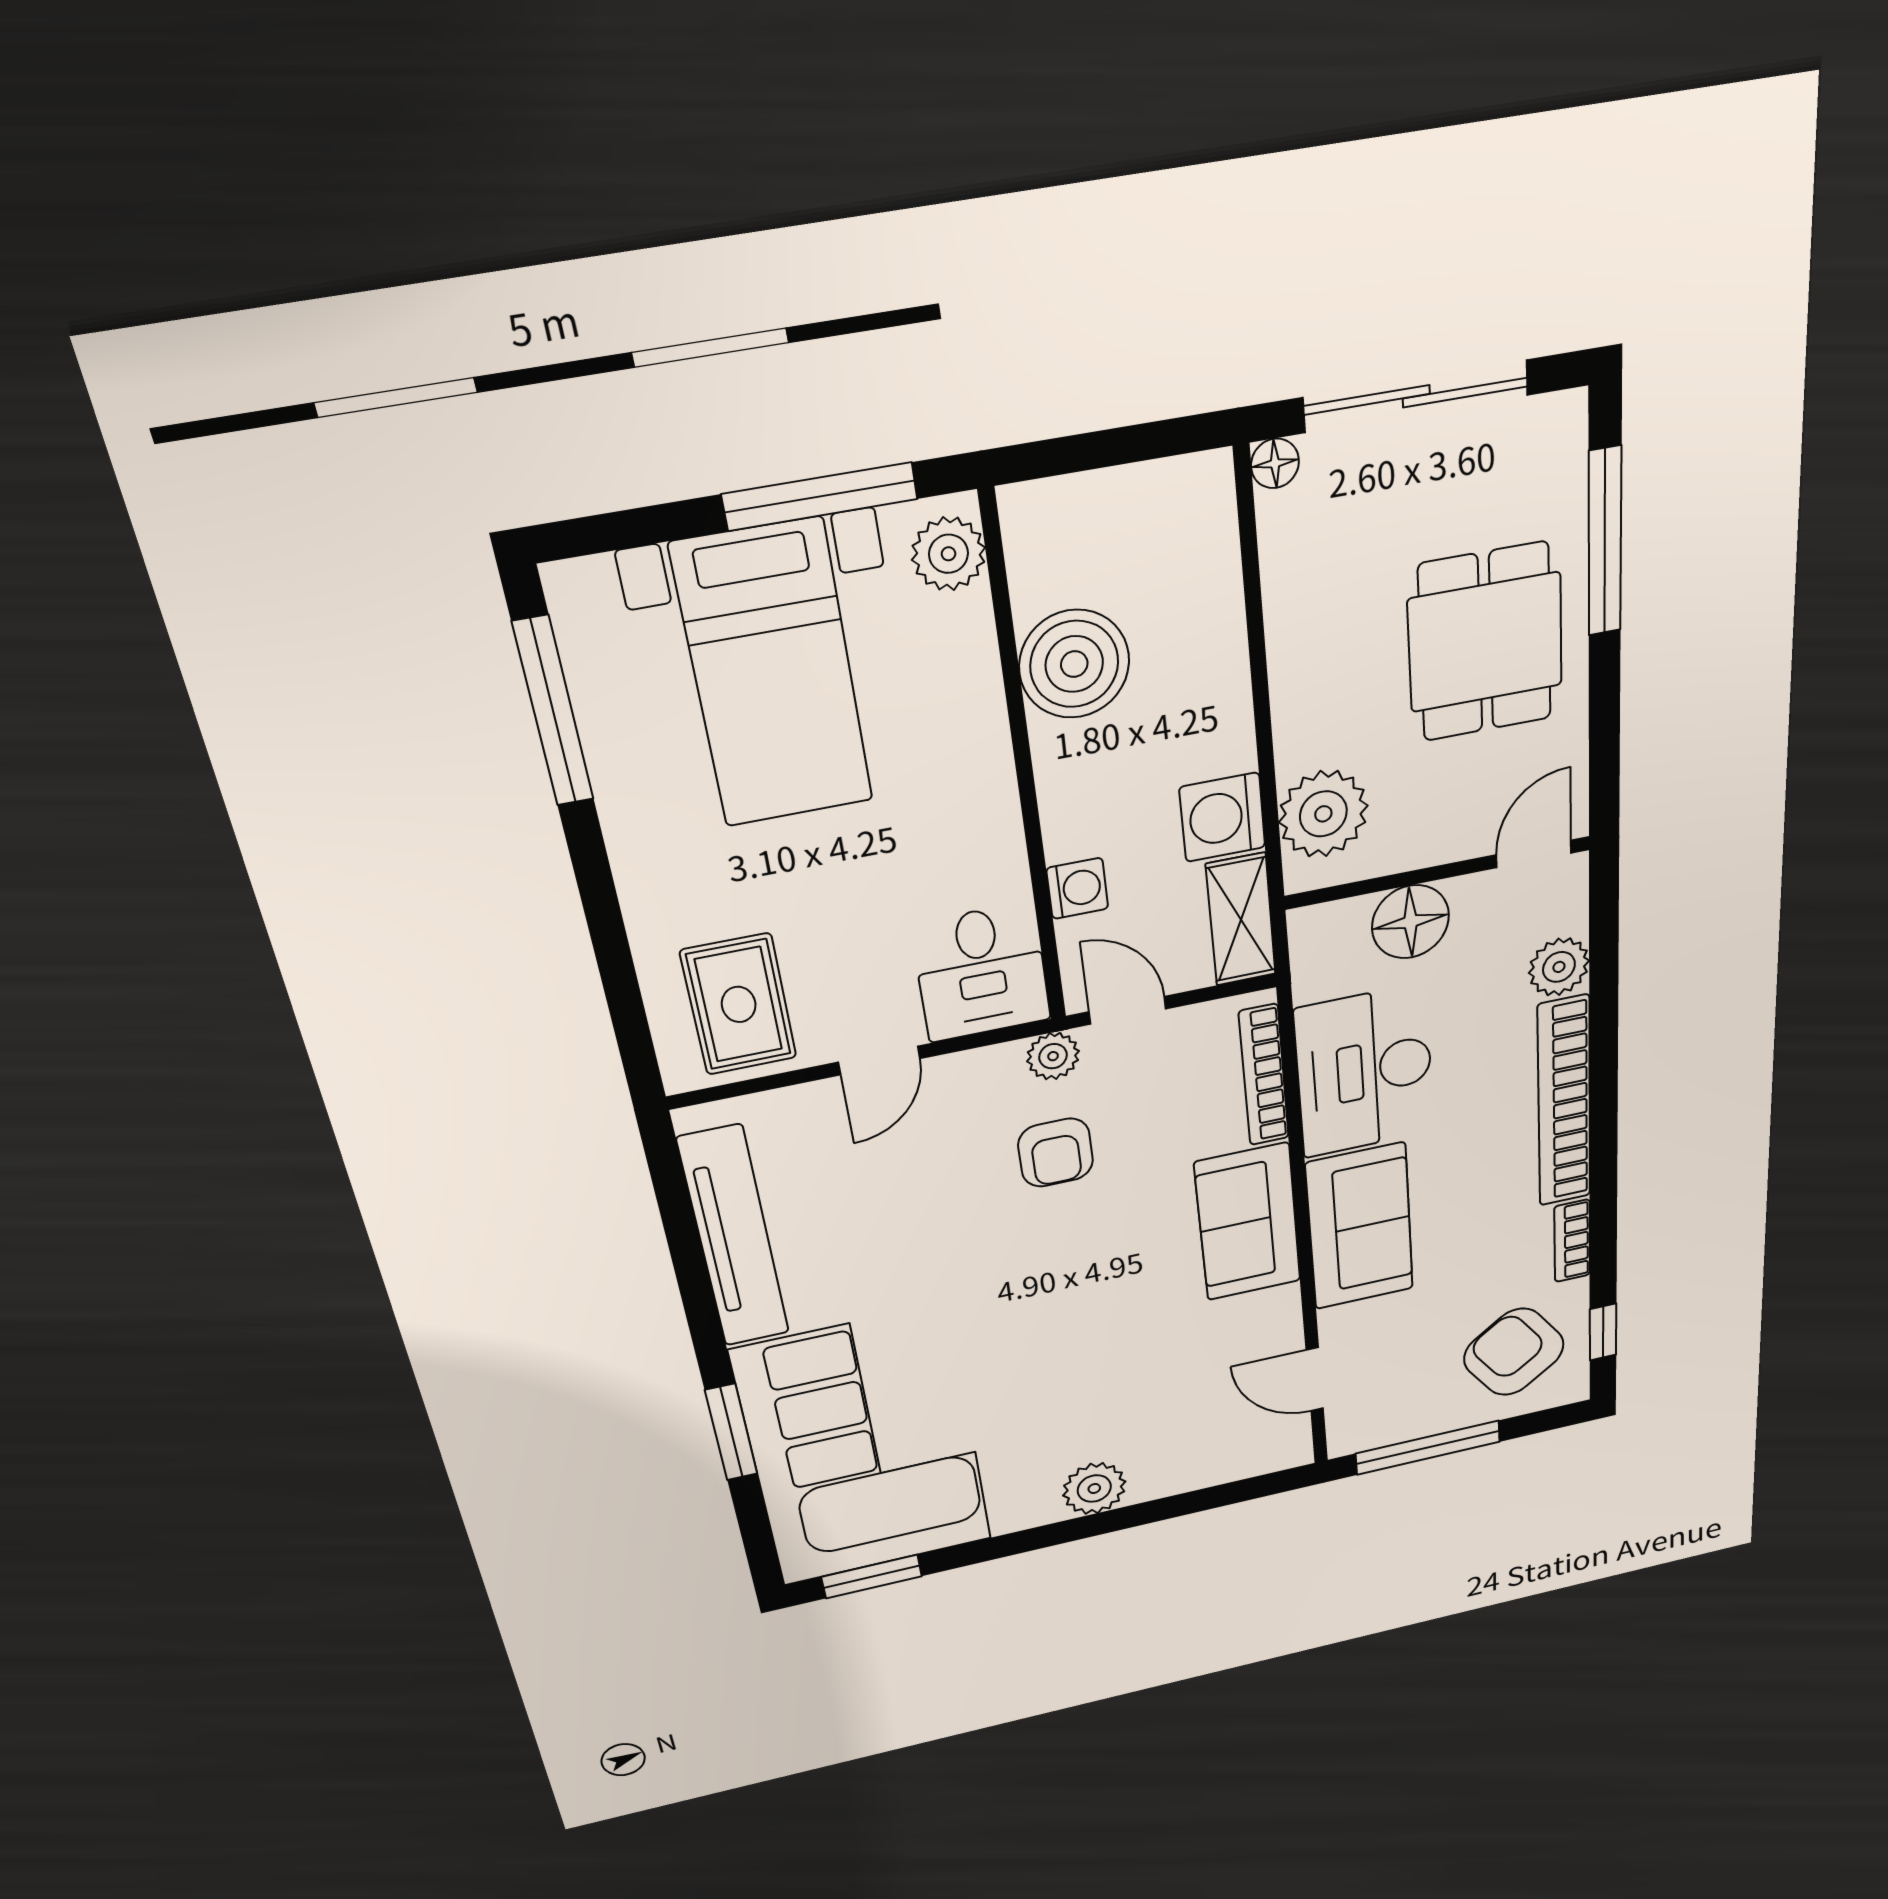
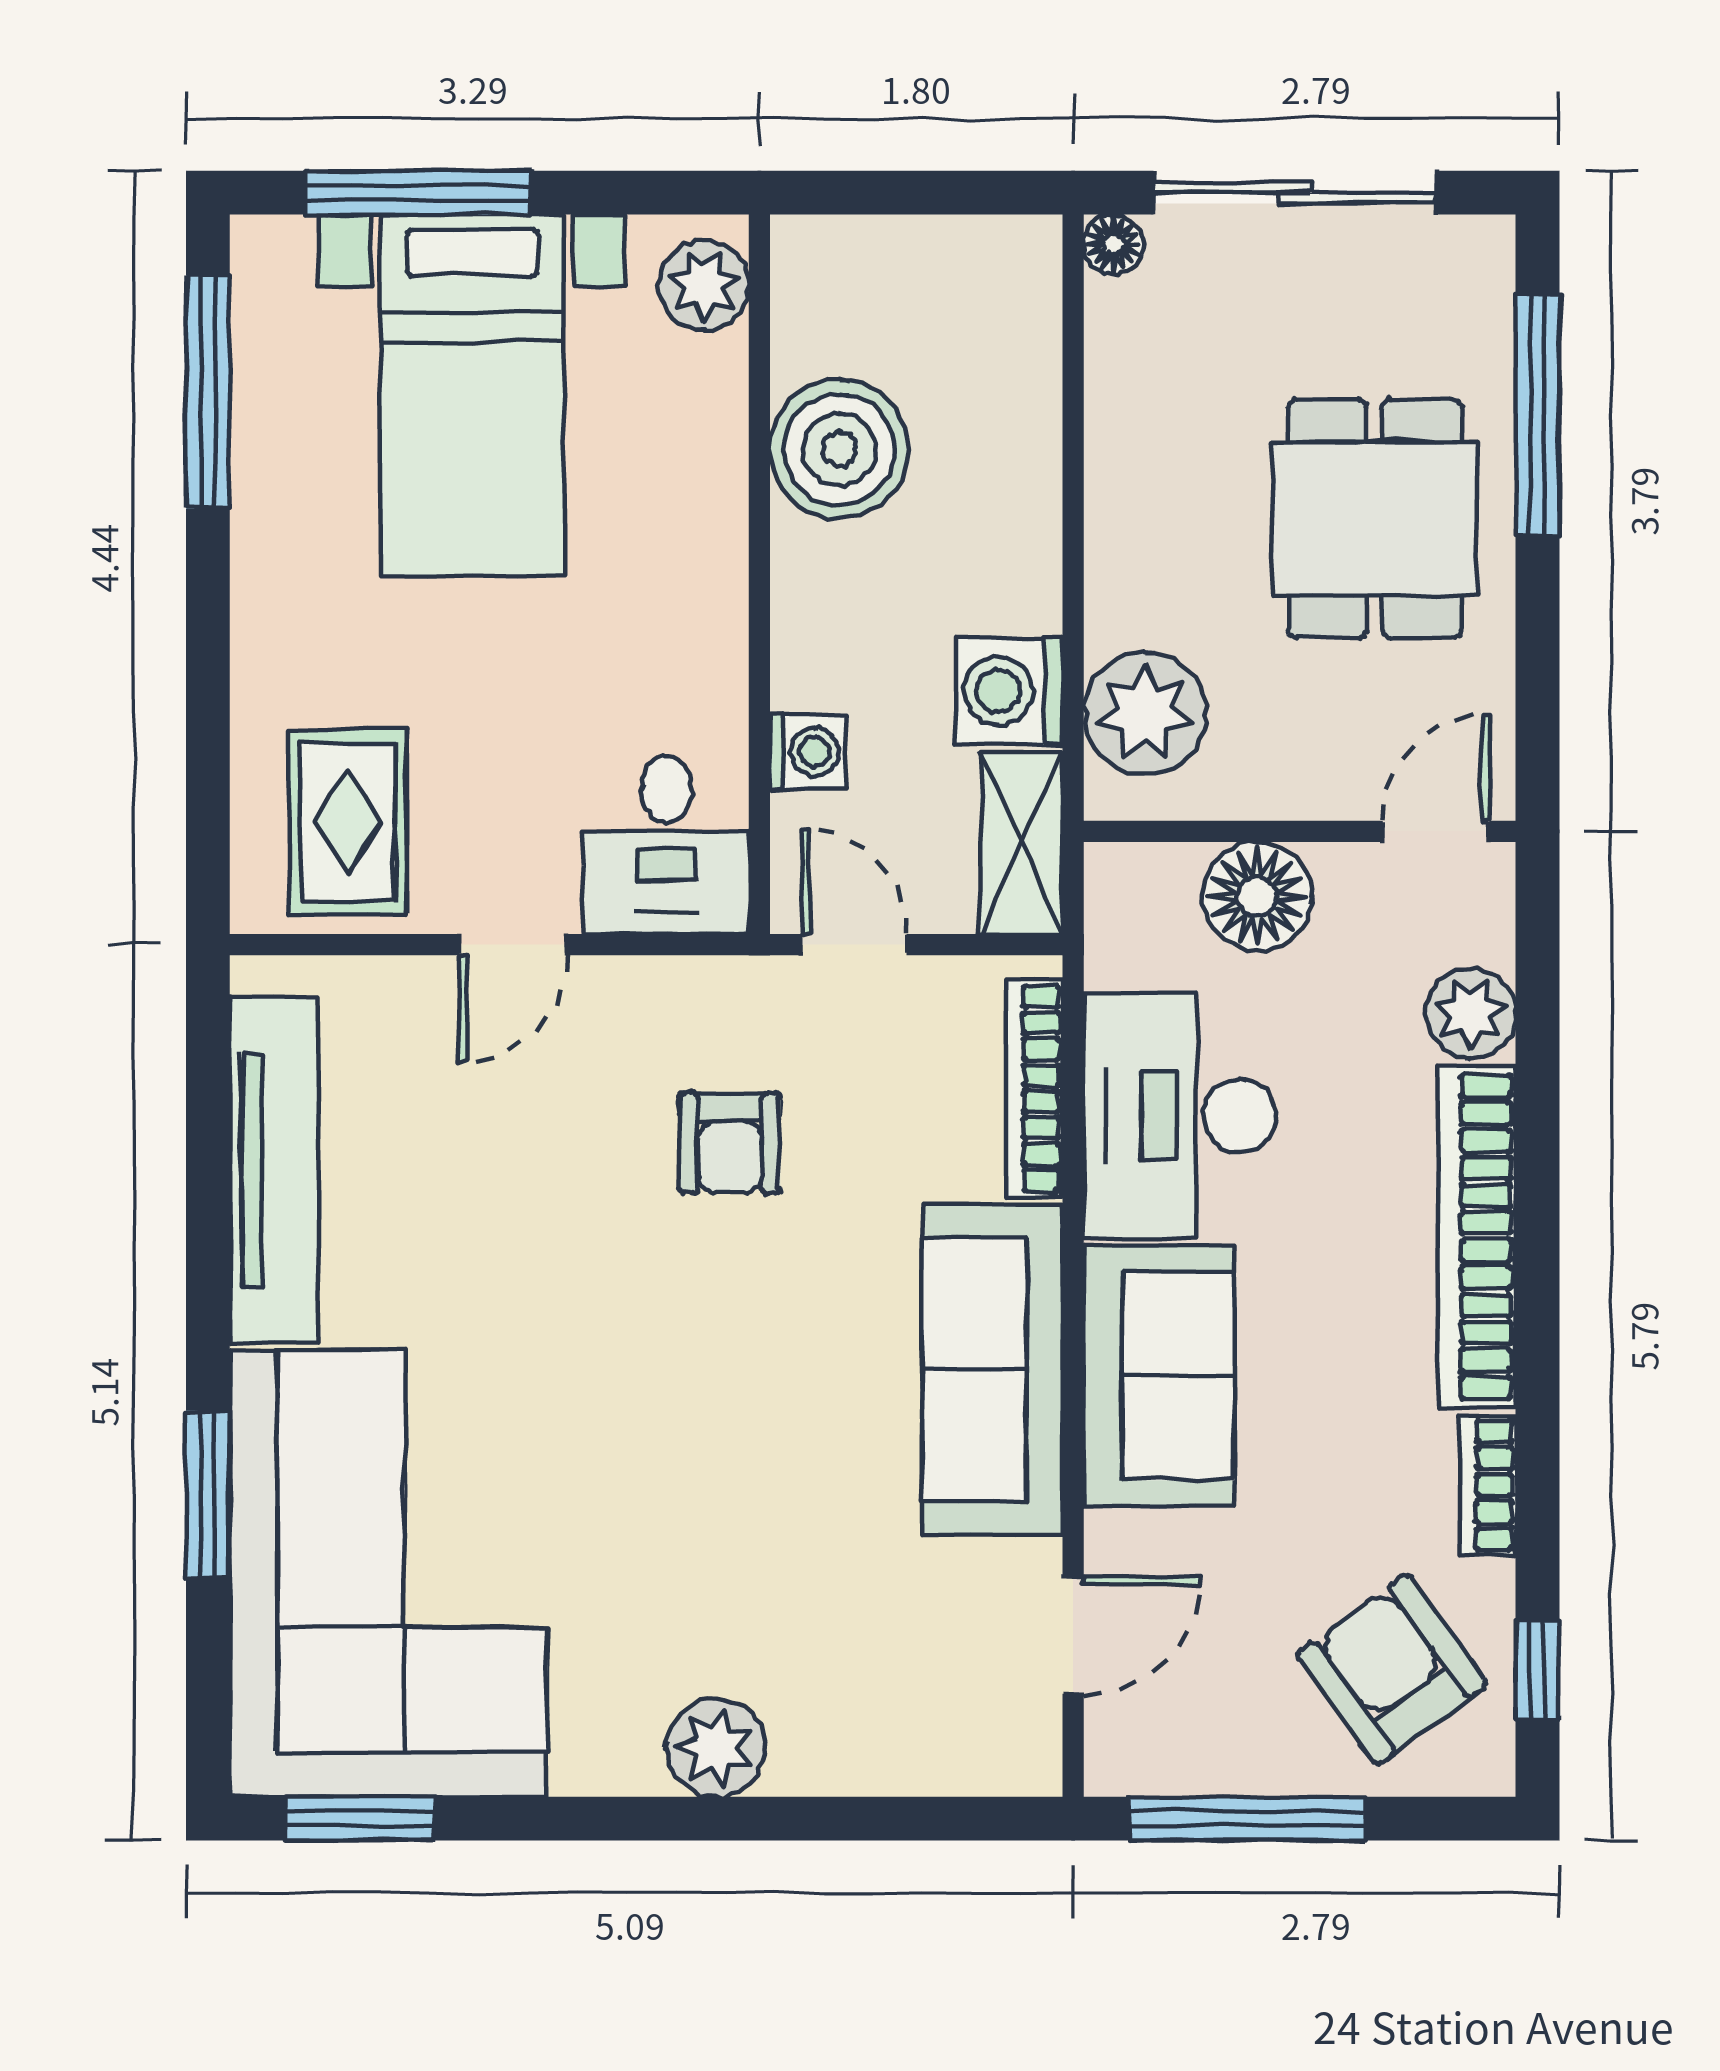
window: (820, 497) -> (418, 193), moved
plant: (1053, 1056) -> (745, 991), removed
sofa: (1248, 1222) -> (992, 1370), width x1.36
door: (1315, 1379) -> (1073, 1635), swing flipped

